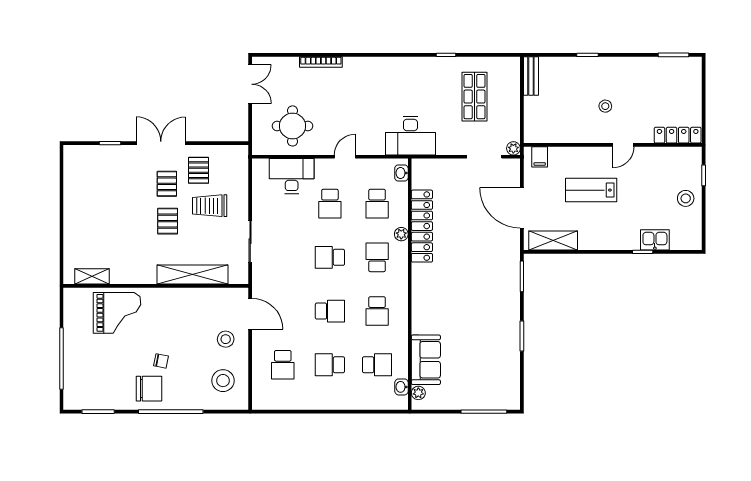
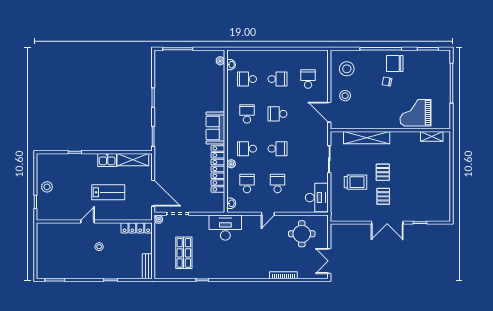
locker: (678, 135) -> (136, 228), moved
filing cabinet: (540, 157) -> (142, 214), removed
pallet: (199, 170) -> (363, 205), removed
desk: (292, 176) -> (317, 198), moved, turned -90
door: (522, 208) -> (153, 193), moved
kitchen sink: (655, 240) -> (107, 160), moved
school desk: (377, 257) -> (247, 149), turned 90
sofa: (426, 360) -> (215, 128), moved

